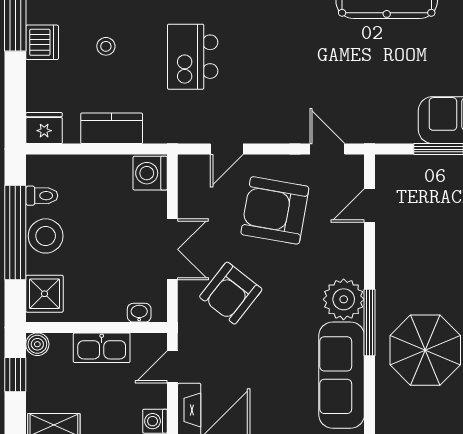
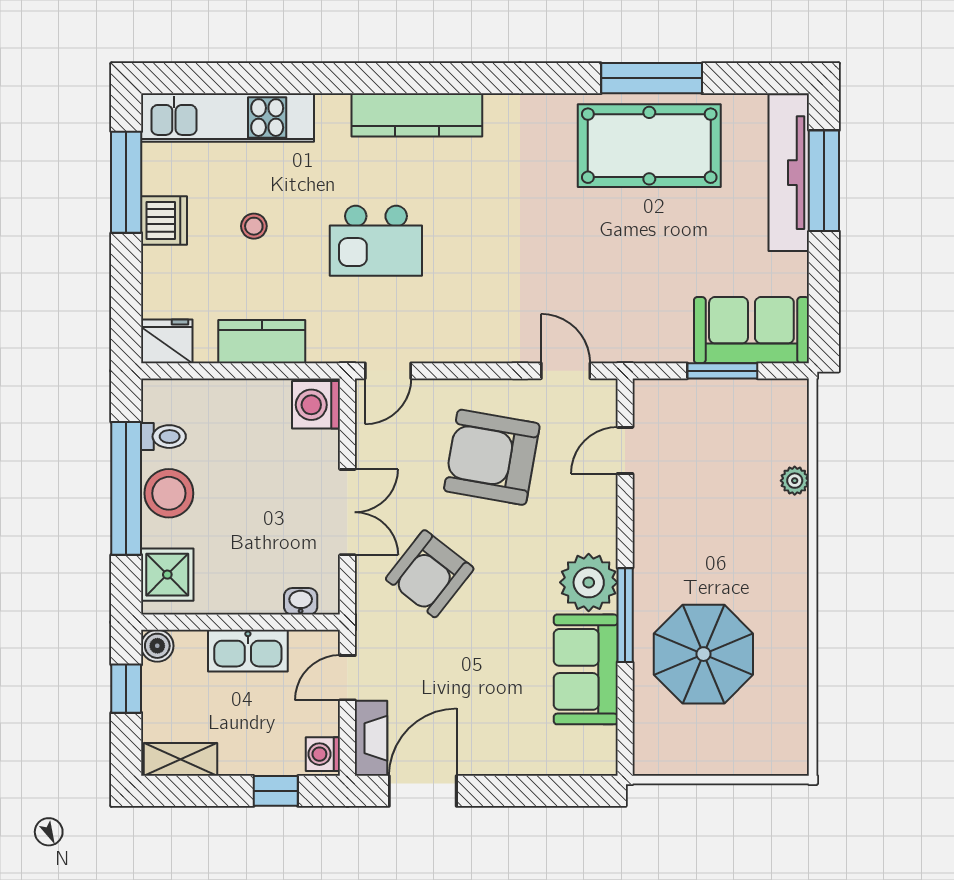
kitchen island: (193, 57) -> (376, 241), turned -90
door: (227, 149) -> (388, 371), moved
sofa: (342, 375) -> (586, 669), width x0.73

